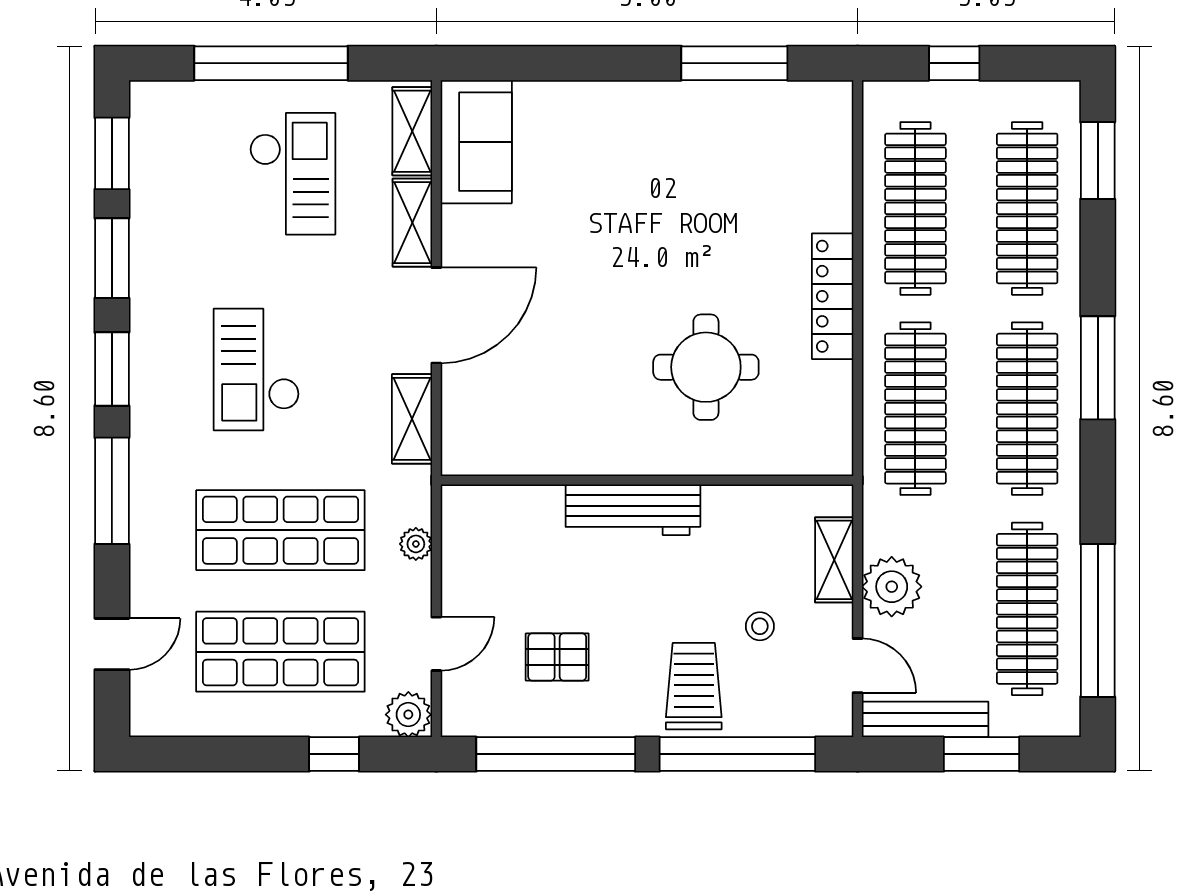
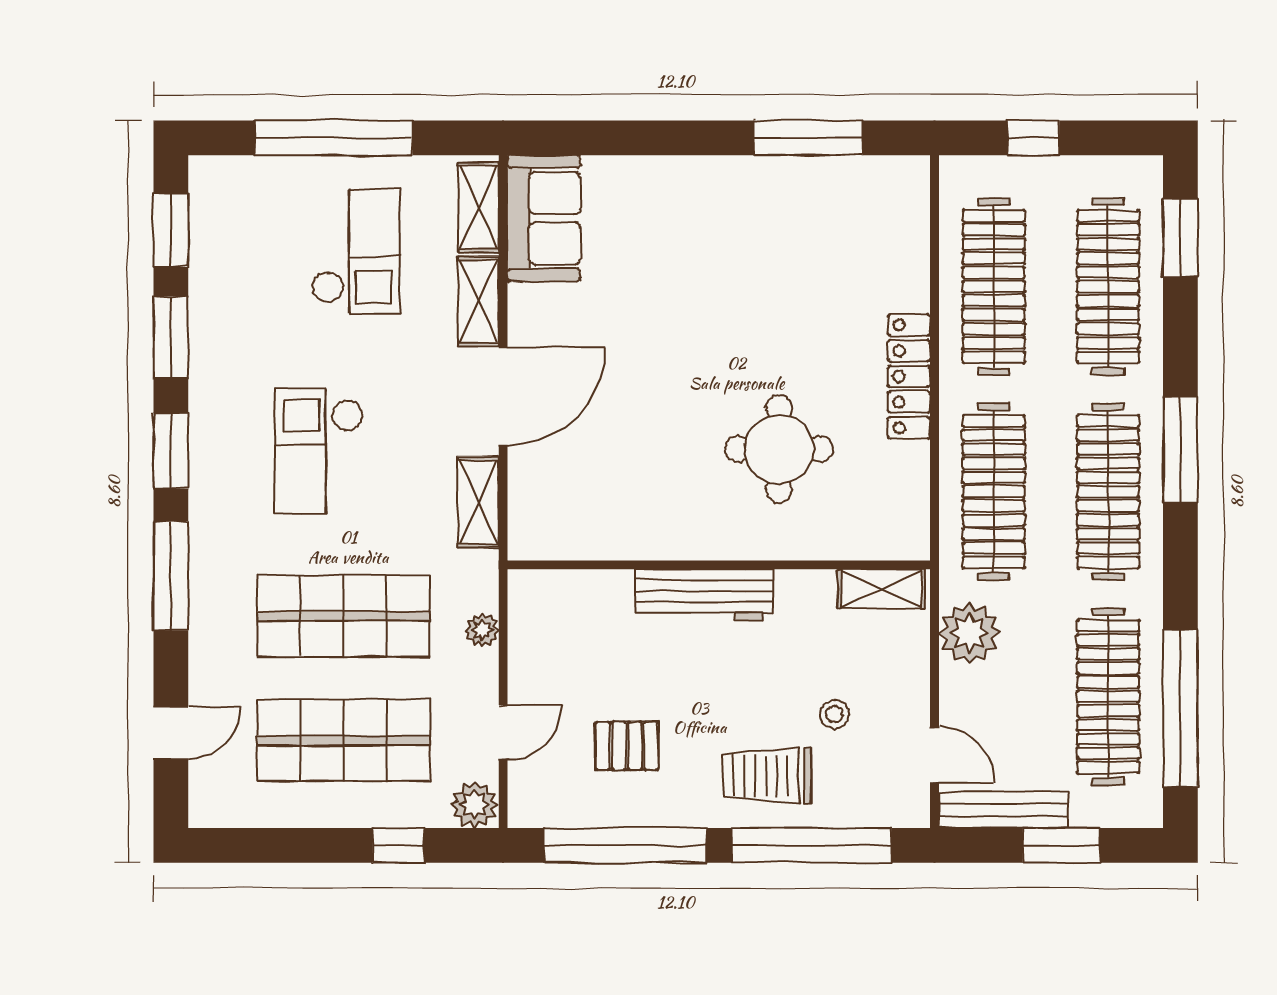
shelving: (834, 560) -> (881, 589), moved, turned 90
plant: (892, 587) -> (969, 633), moved
trolley: (694, 686) -> (767, 776), turned -90

